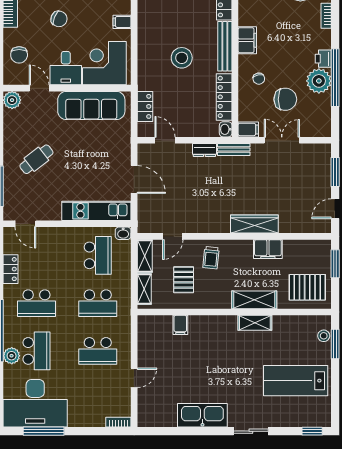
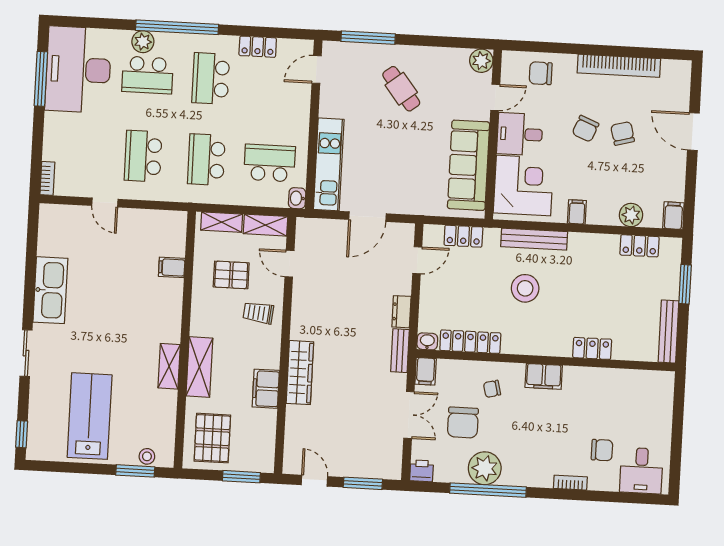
bench: (225, 46) -> (534, 239), moved
printer: (323, 59) -> (422, 471), moved
school desk: (98, 255) -> (270, 163), turned 180

